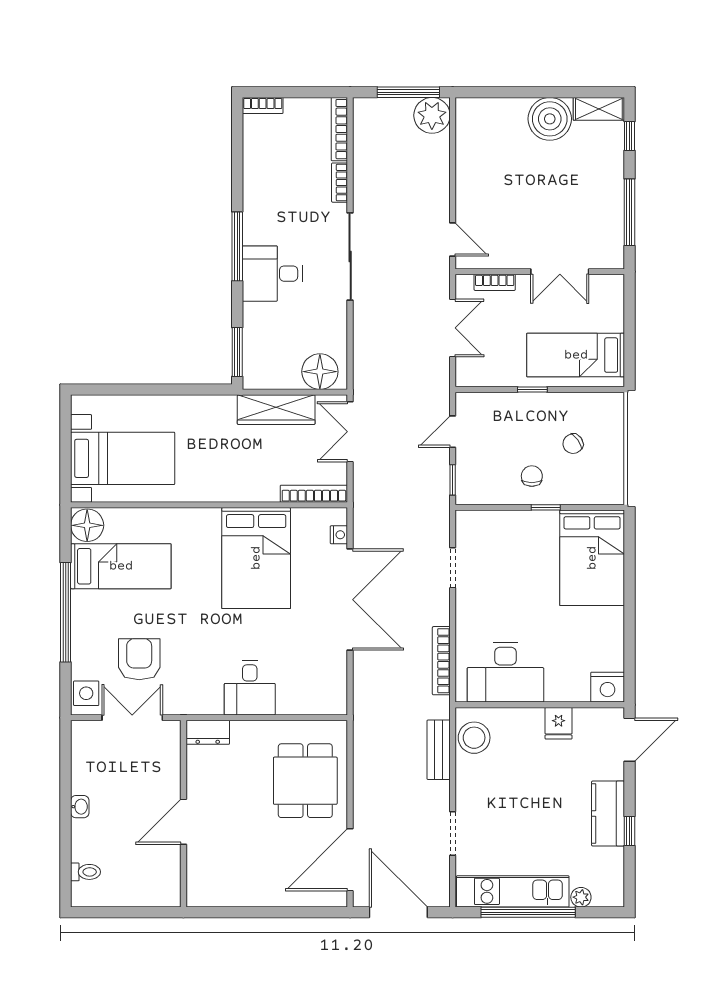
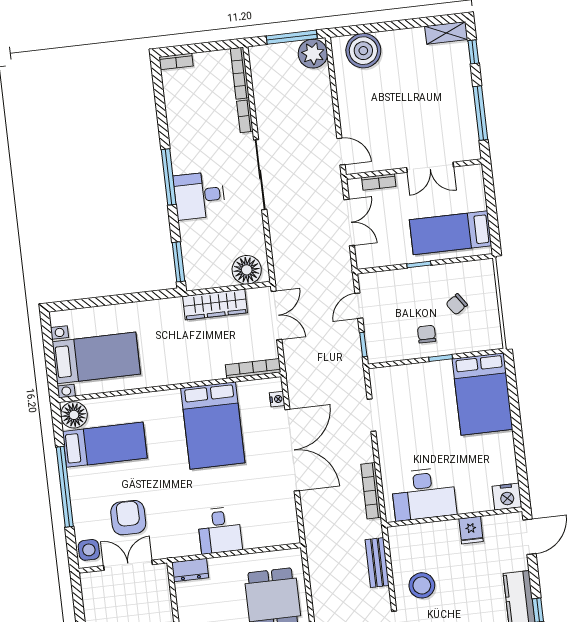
boiler: (550, 119) -> (363, 51), moved
double door: (350, 432) -> (276, 315), swing flipped
stool: (474, 738) -> (422, 585), moved

